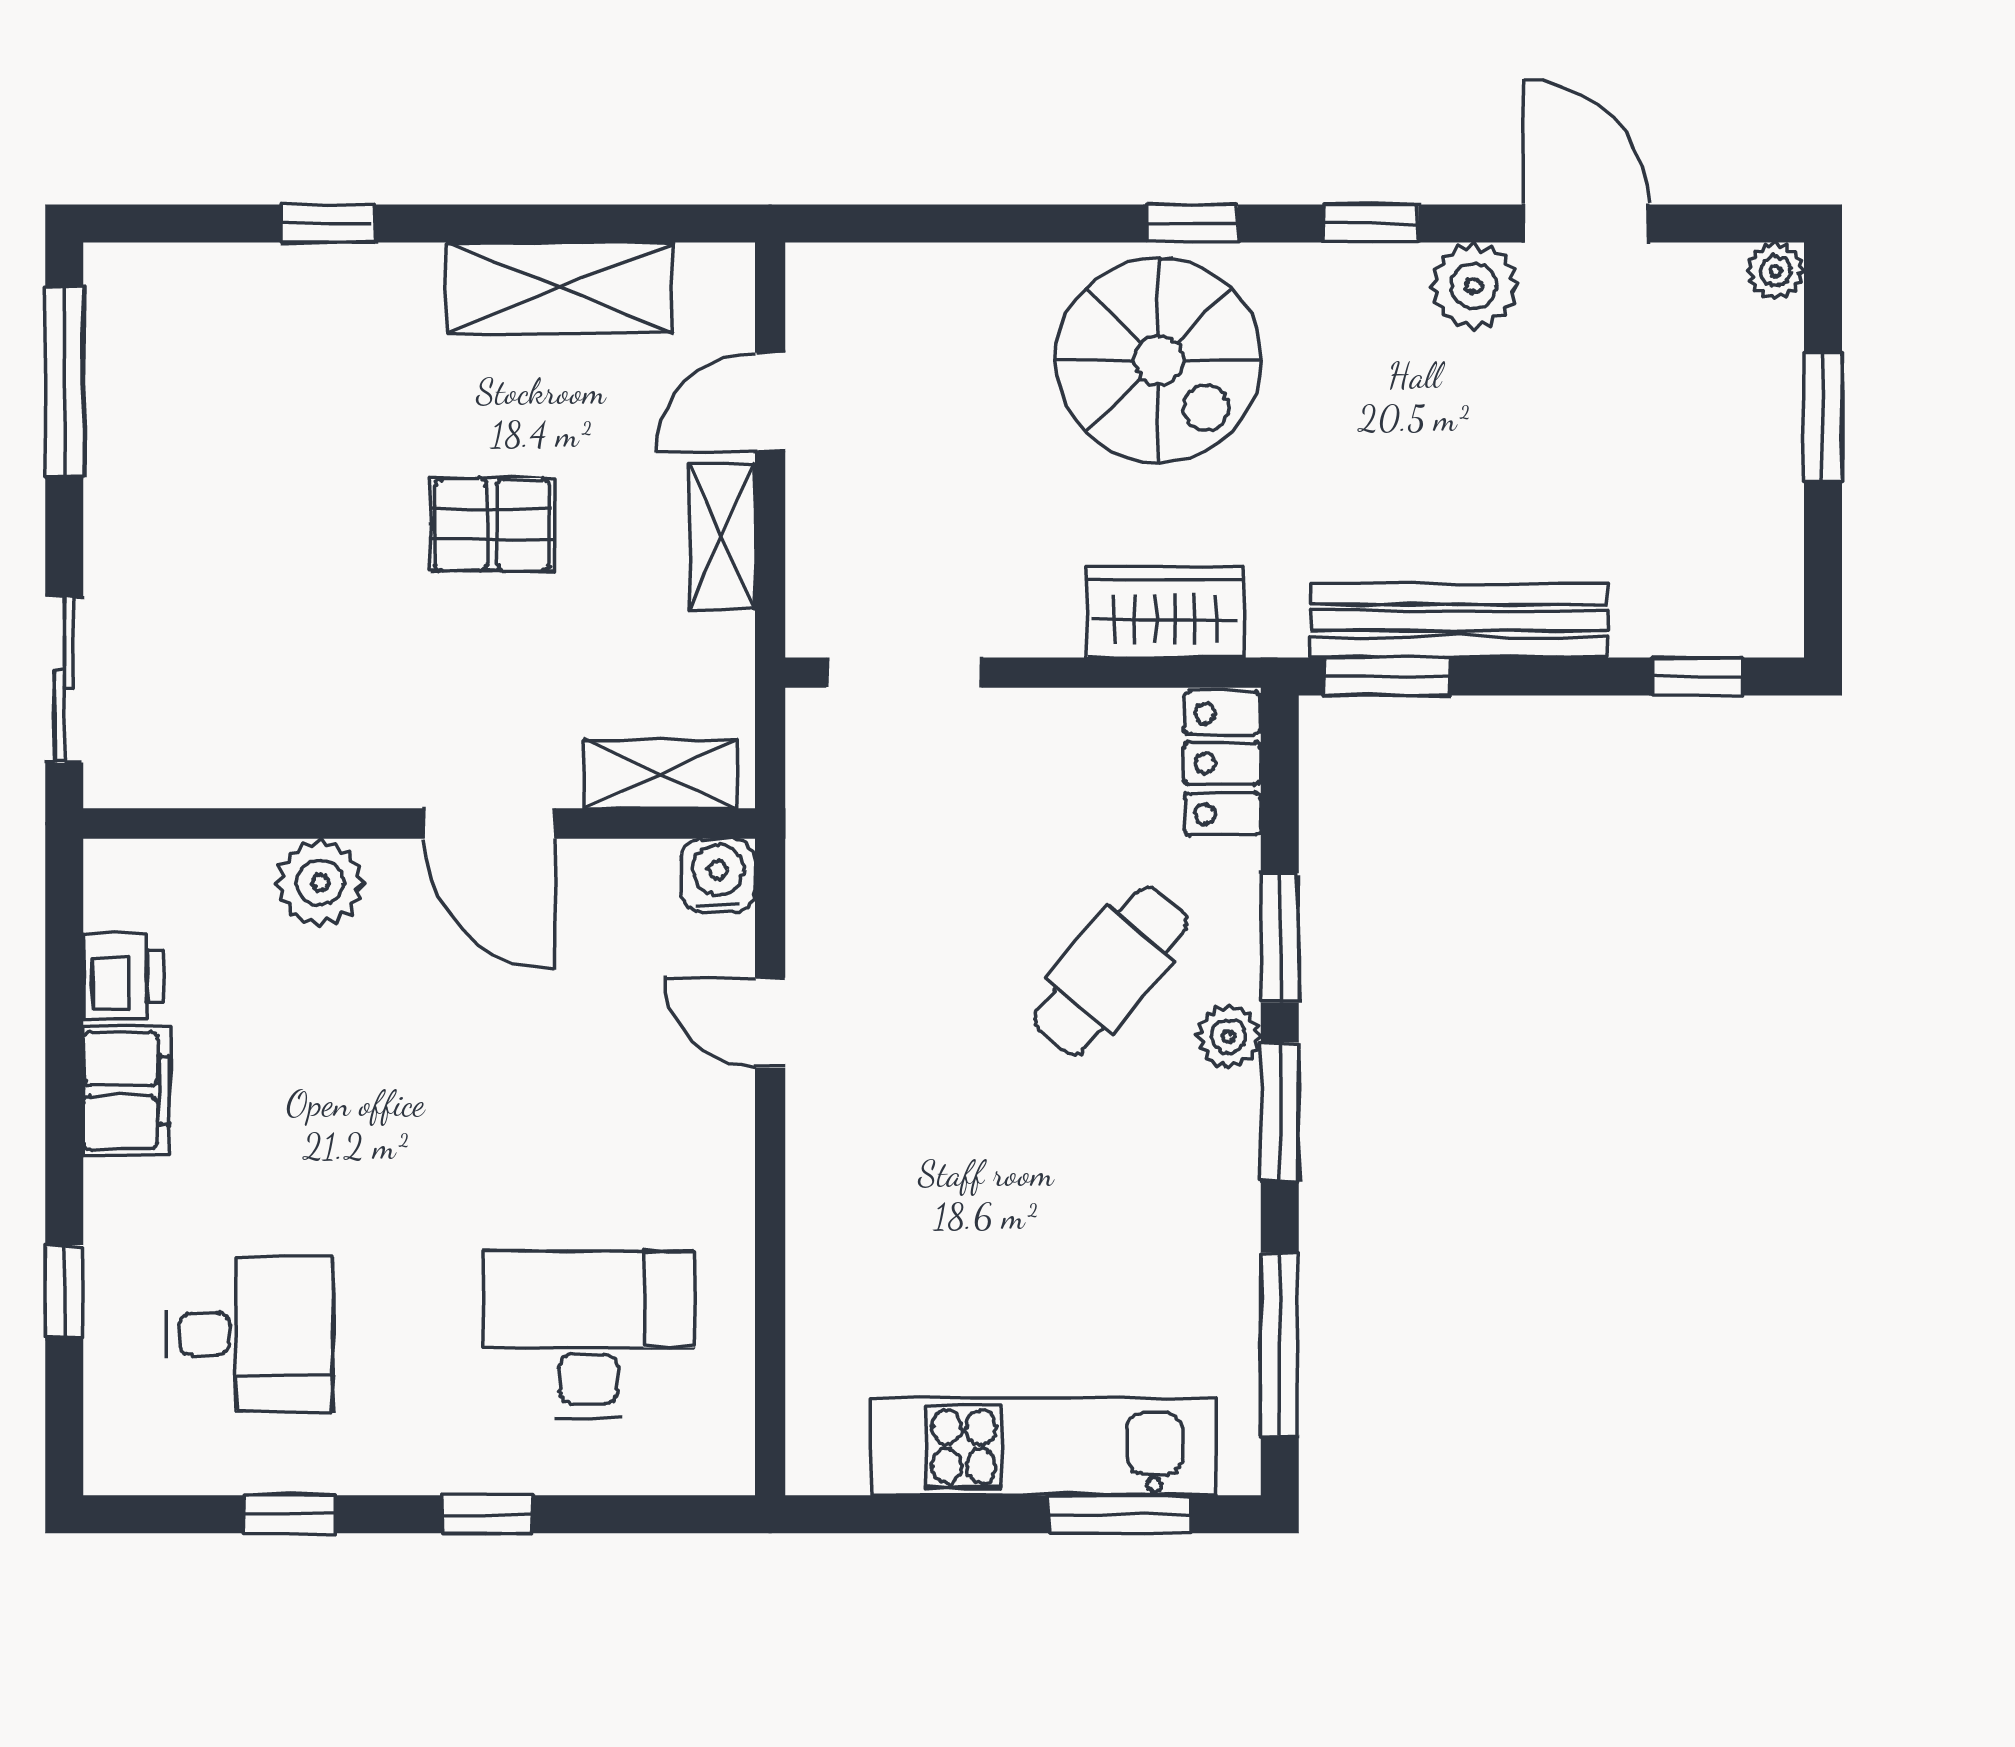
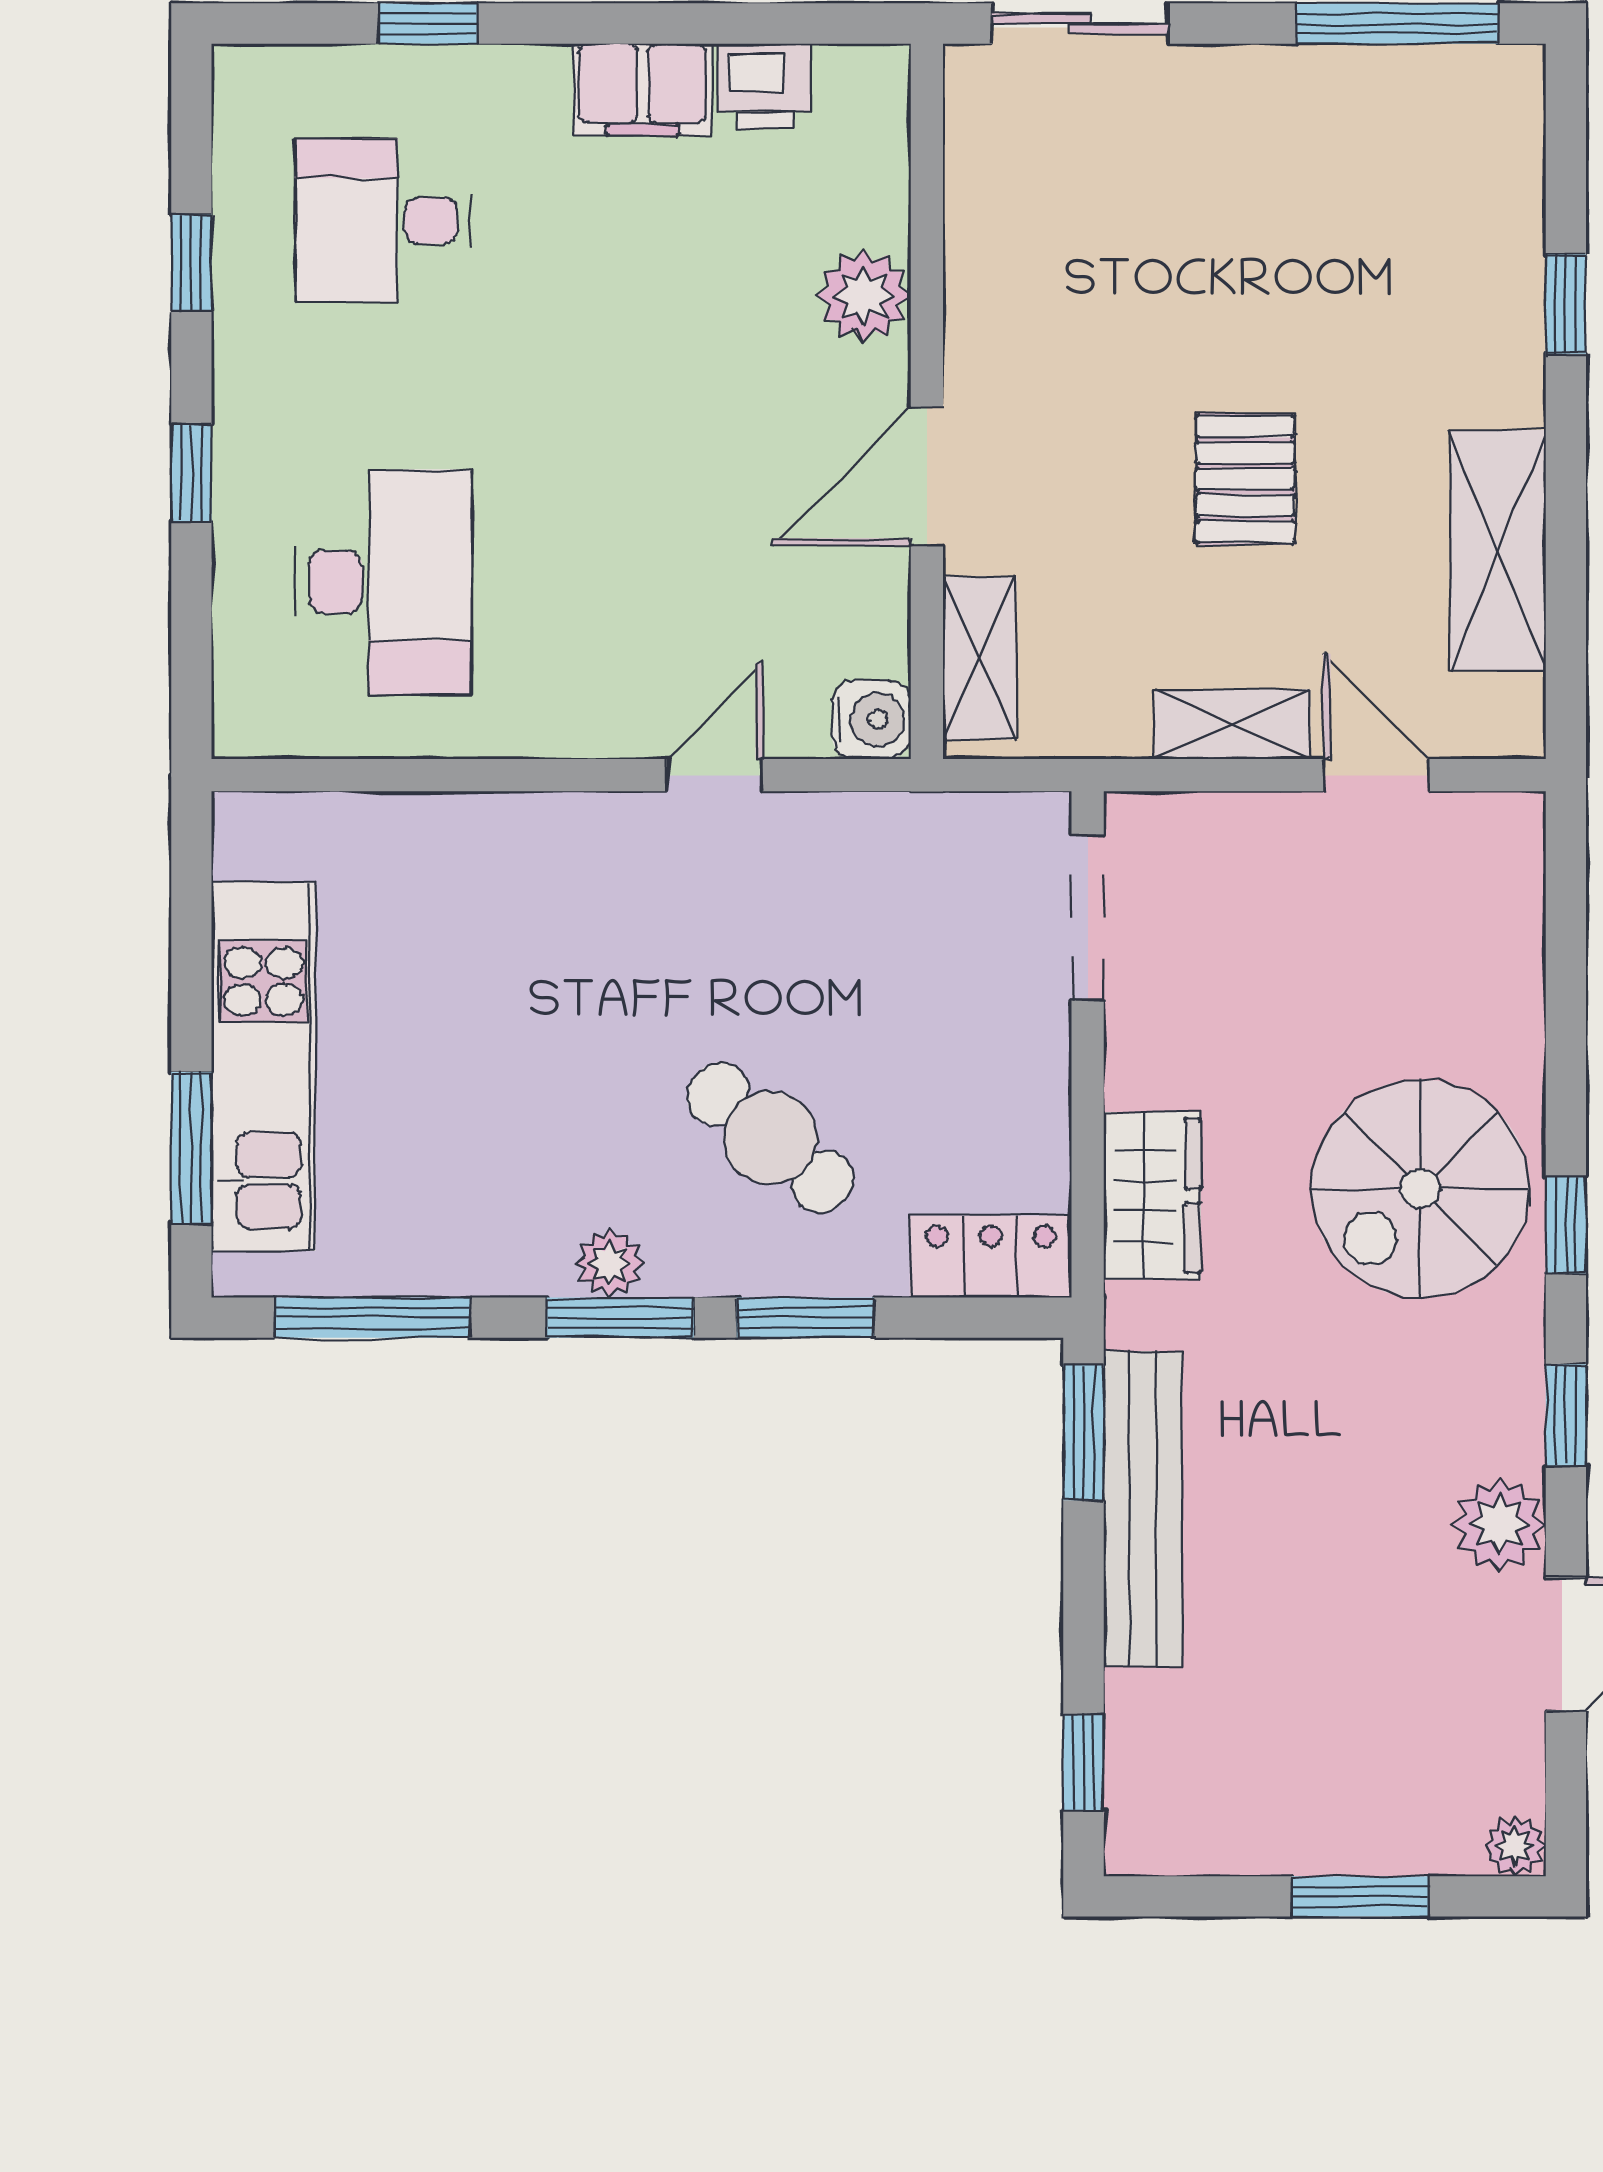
plant: (1229, 1036) -> (610, 1263), moved
desk: (250, 1334) -> (383, 221), turned 90

